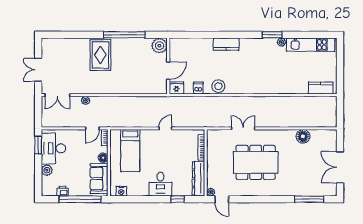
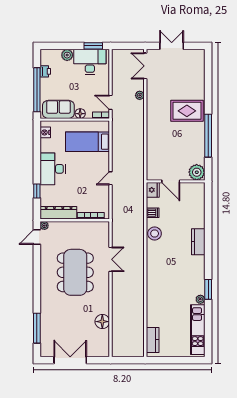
door: (165, 128) -> (111, 178), swing flipped
desk: (160, 184) -> (53, 169), width x1.37

